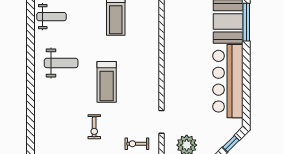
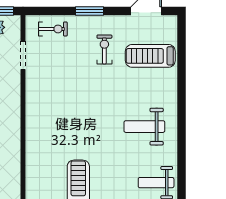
treadmill: (107, 82) -> (150, 56), moved, turned -90

